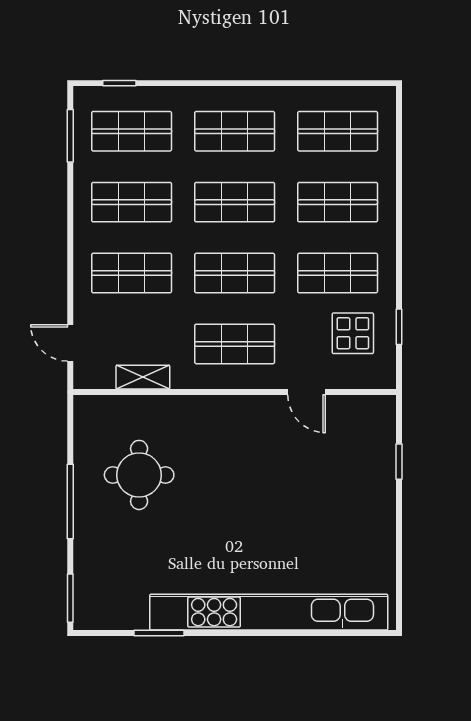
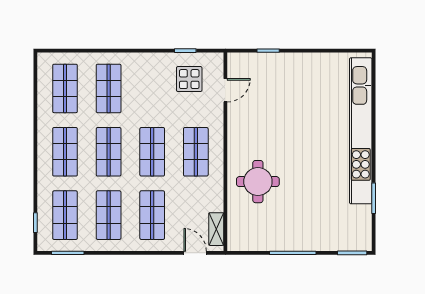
shop shelf: (338, 273) -> (152, 88), removed
door: (70, 343) -> (195, 253), swing flipped
shelving: (143, 377) -> (216, 229), moved
door: (307, 392) -> (225, 90), moved
round table: (139, 475) -> (258, 182), moved

